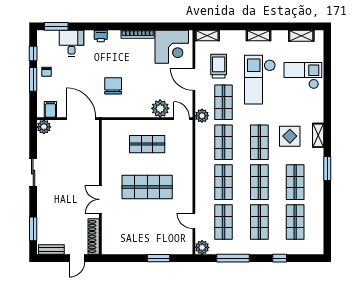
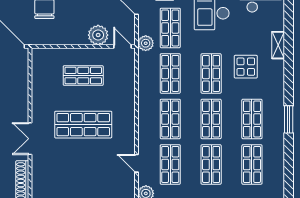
shelving: (318, 135) -> (278, 45), moved
window: (327, 169) -> (289, 119), moved

